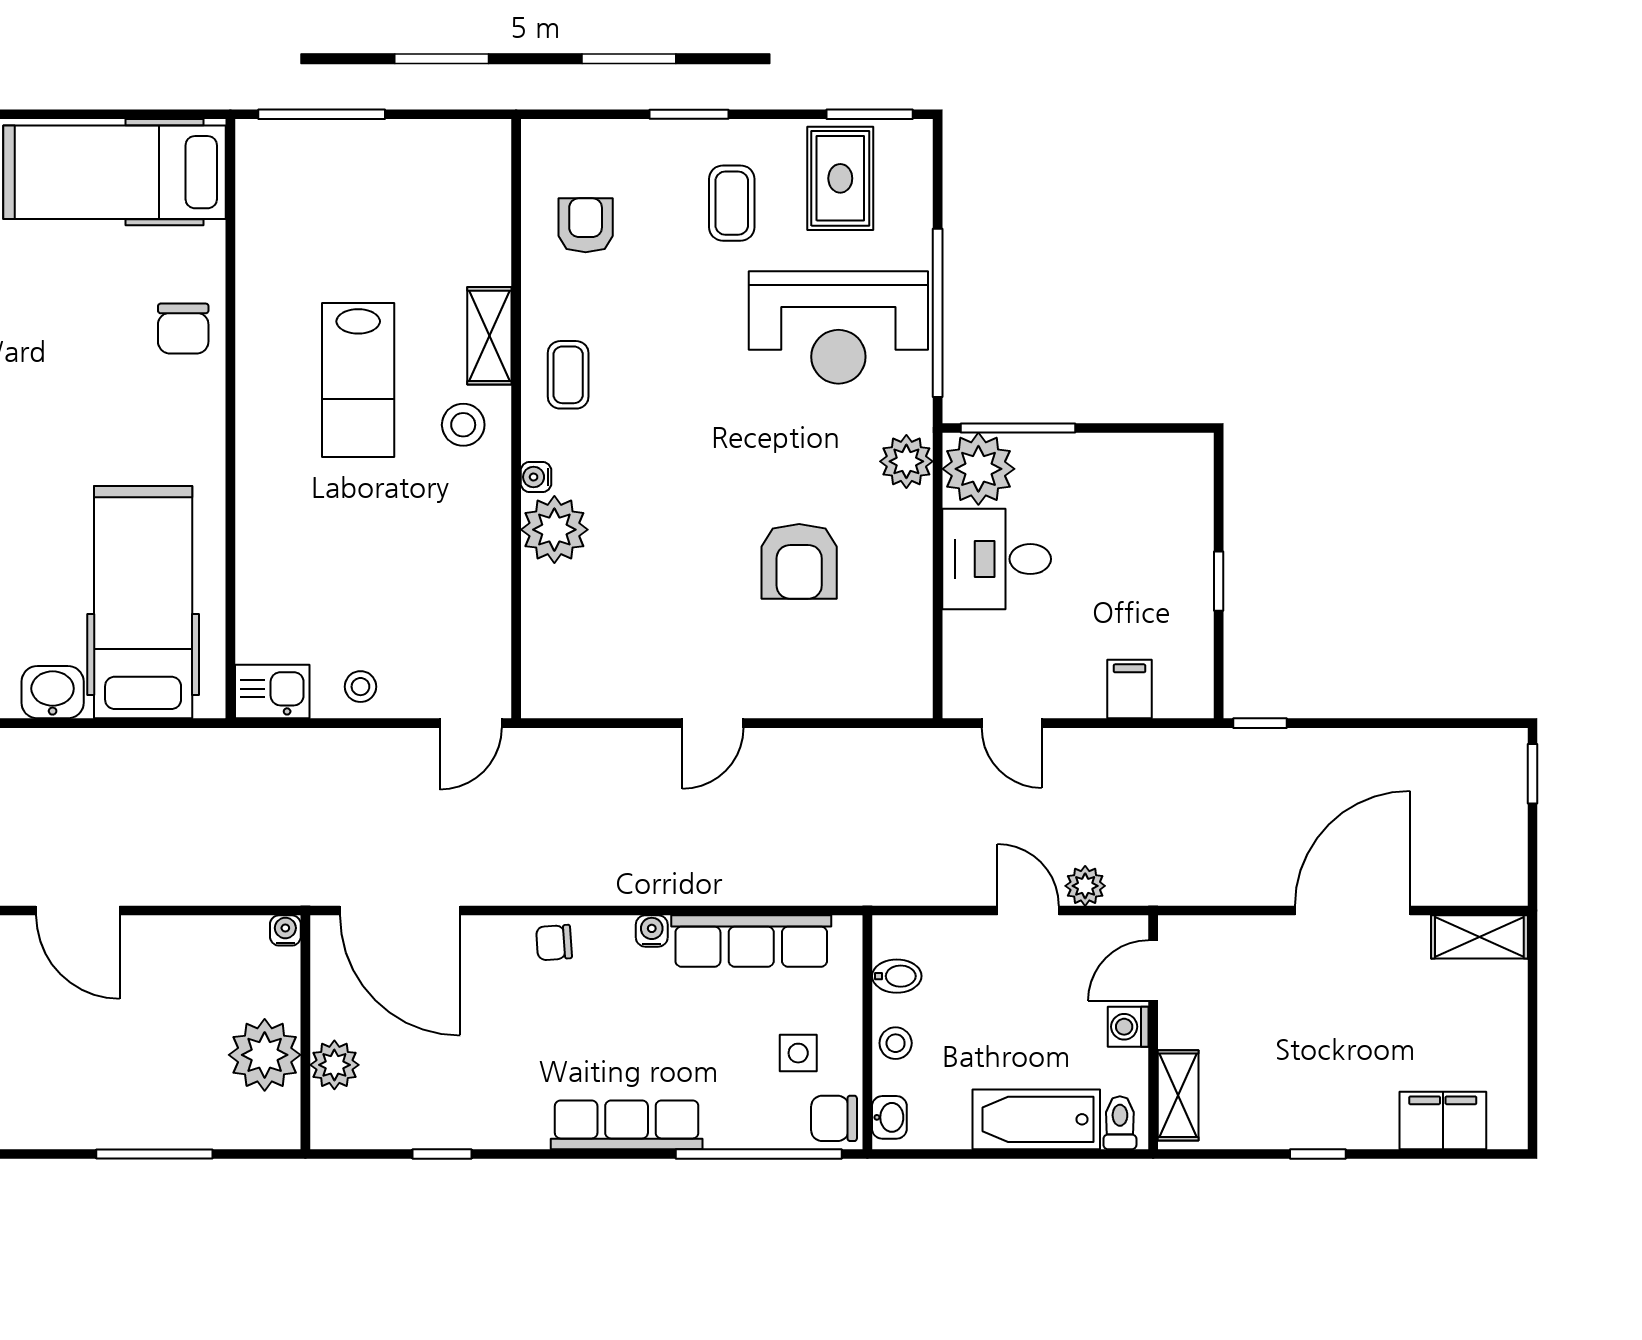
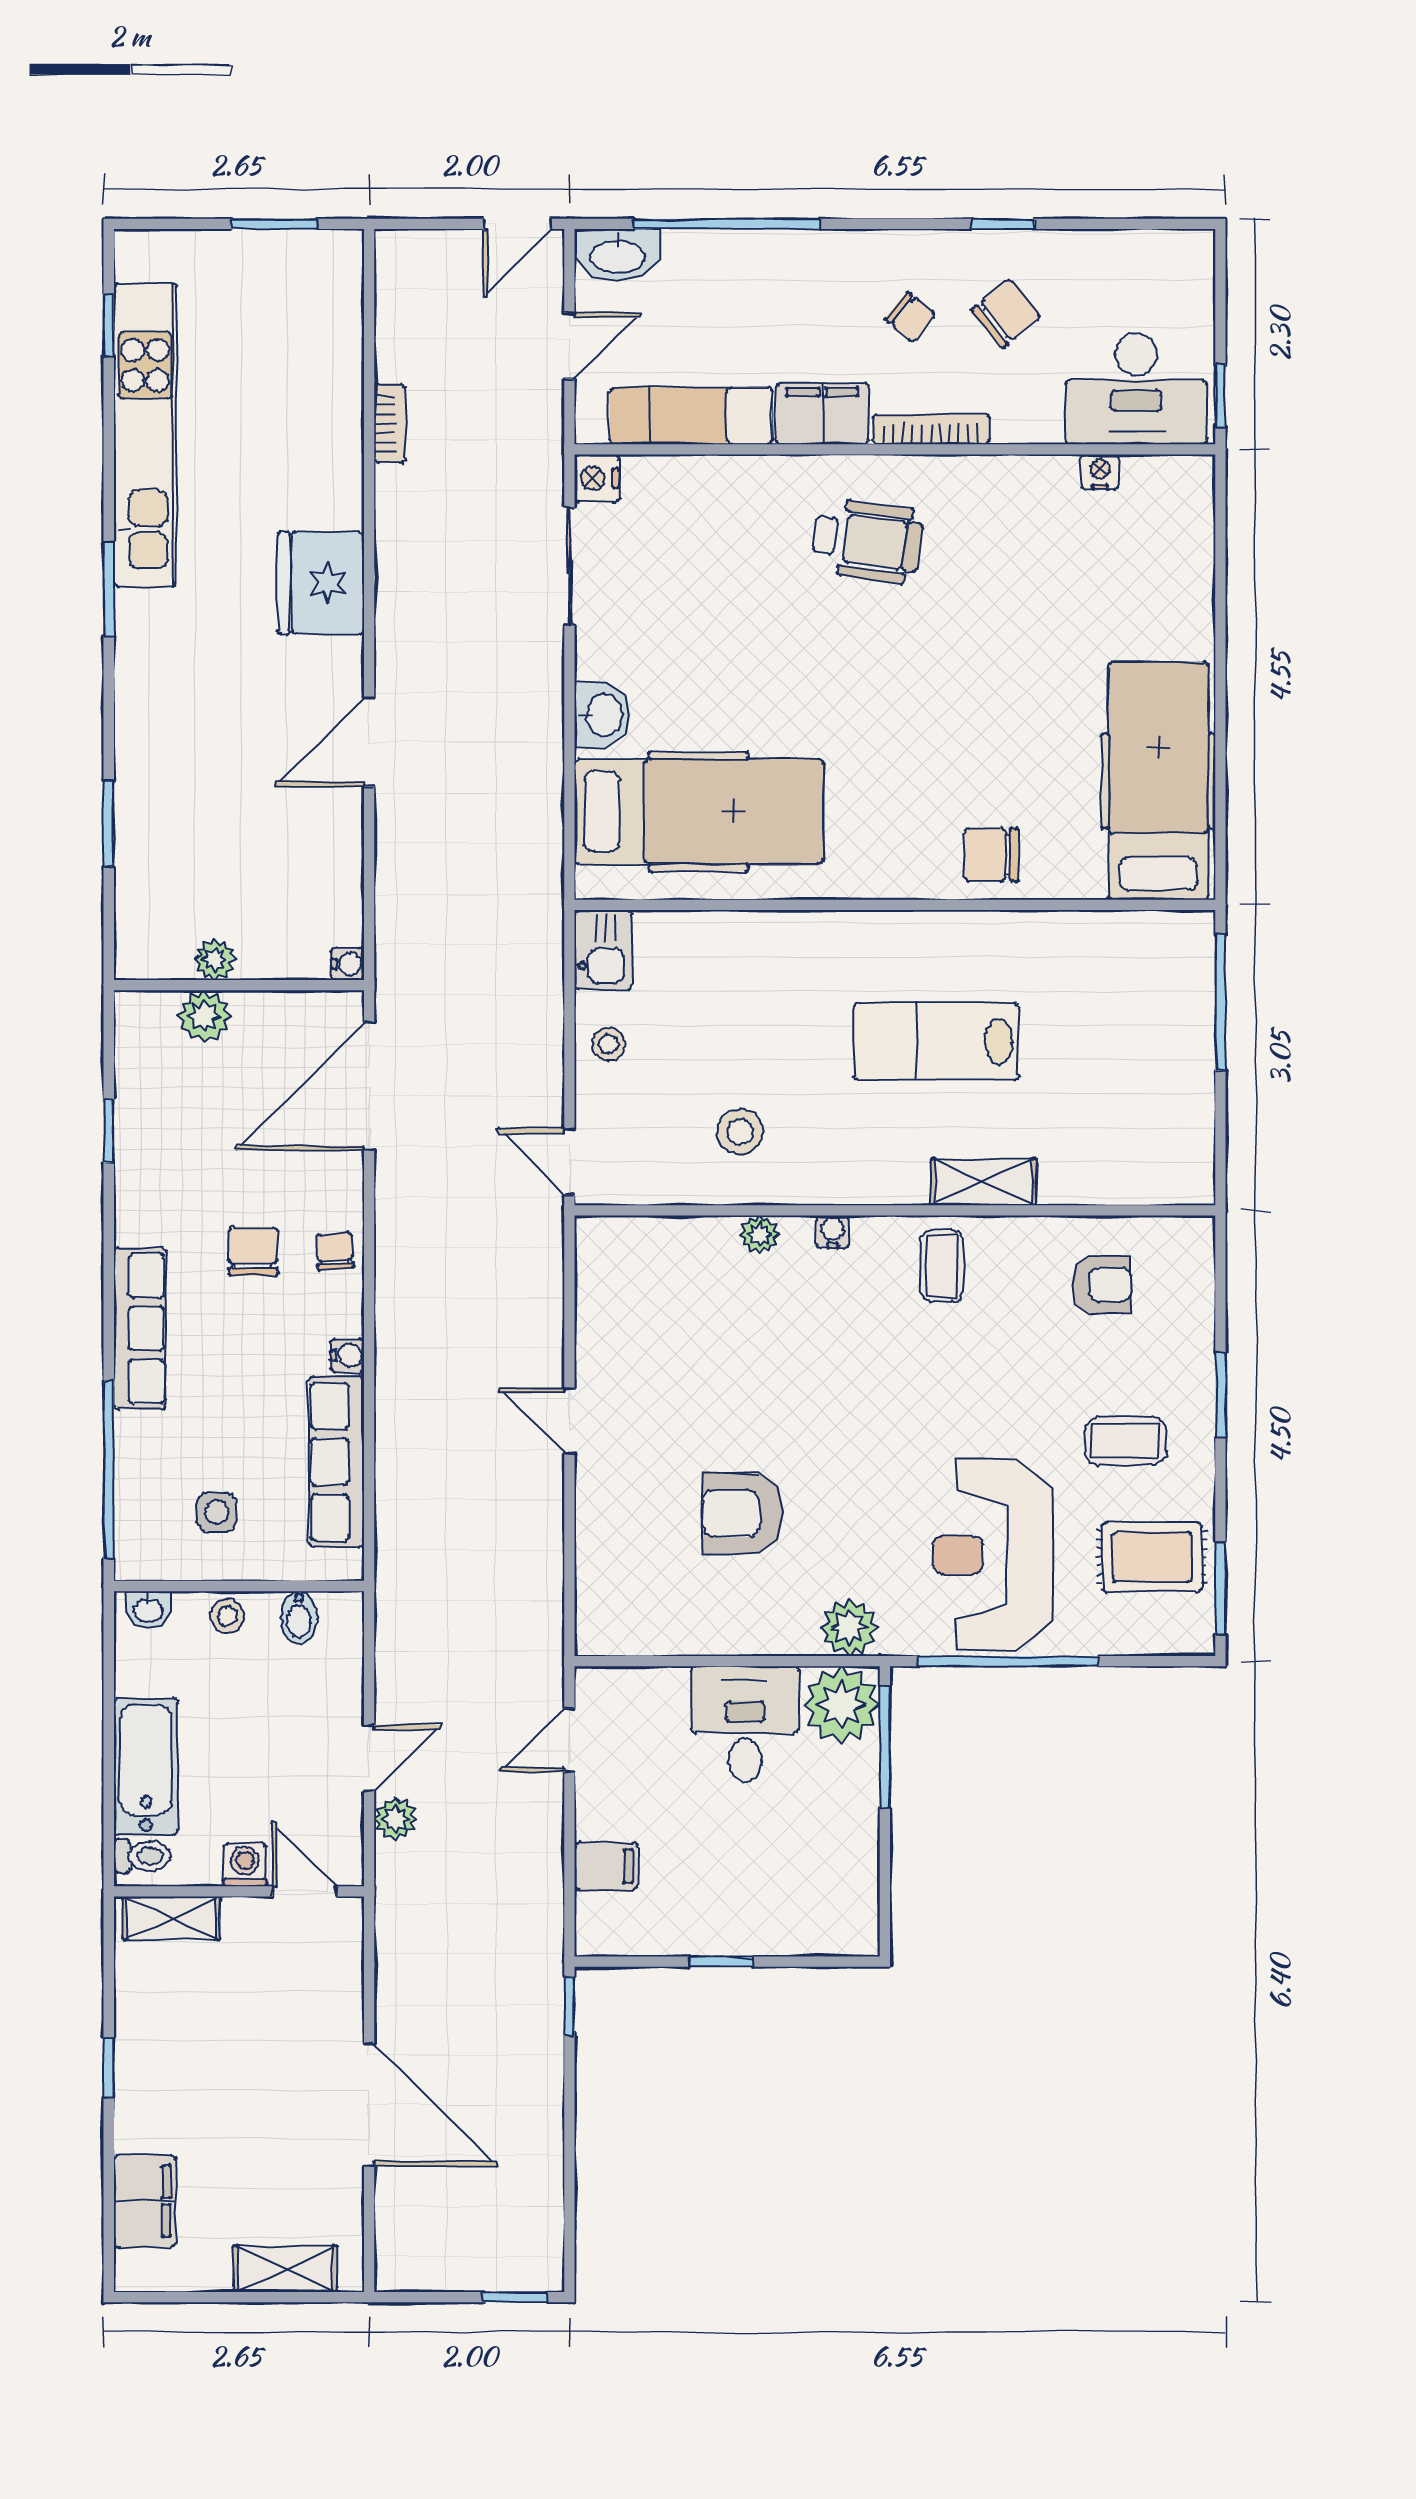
coffee table: (568, 375) -> (942, 1266), turned 90
stool: (463, 425) -> (740, 1132), moved
plant: (554, 530) -> (760, 1235), width x0.53, depth x0.53
shelving: (1479, 937) -> (285, 2269), moved, turned 90
plant: (265, 1055) -> (215, 960), width x0.53, depth x0.53
chair: (834, 1118) -> (253, 1251), moved
window: (154, 1154) -> (109, 824), width x0.69

